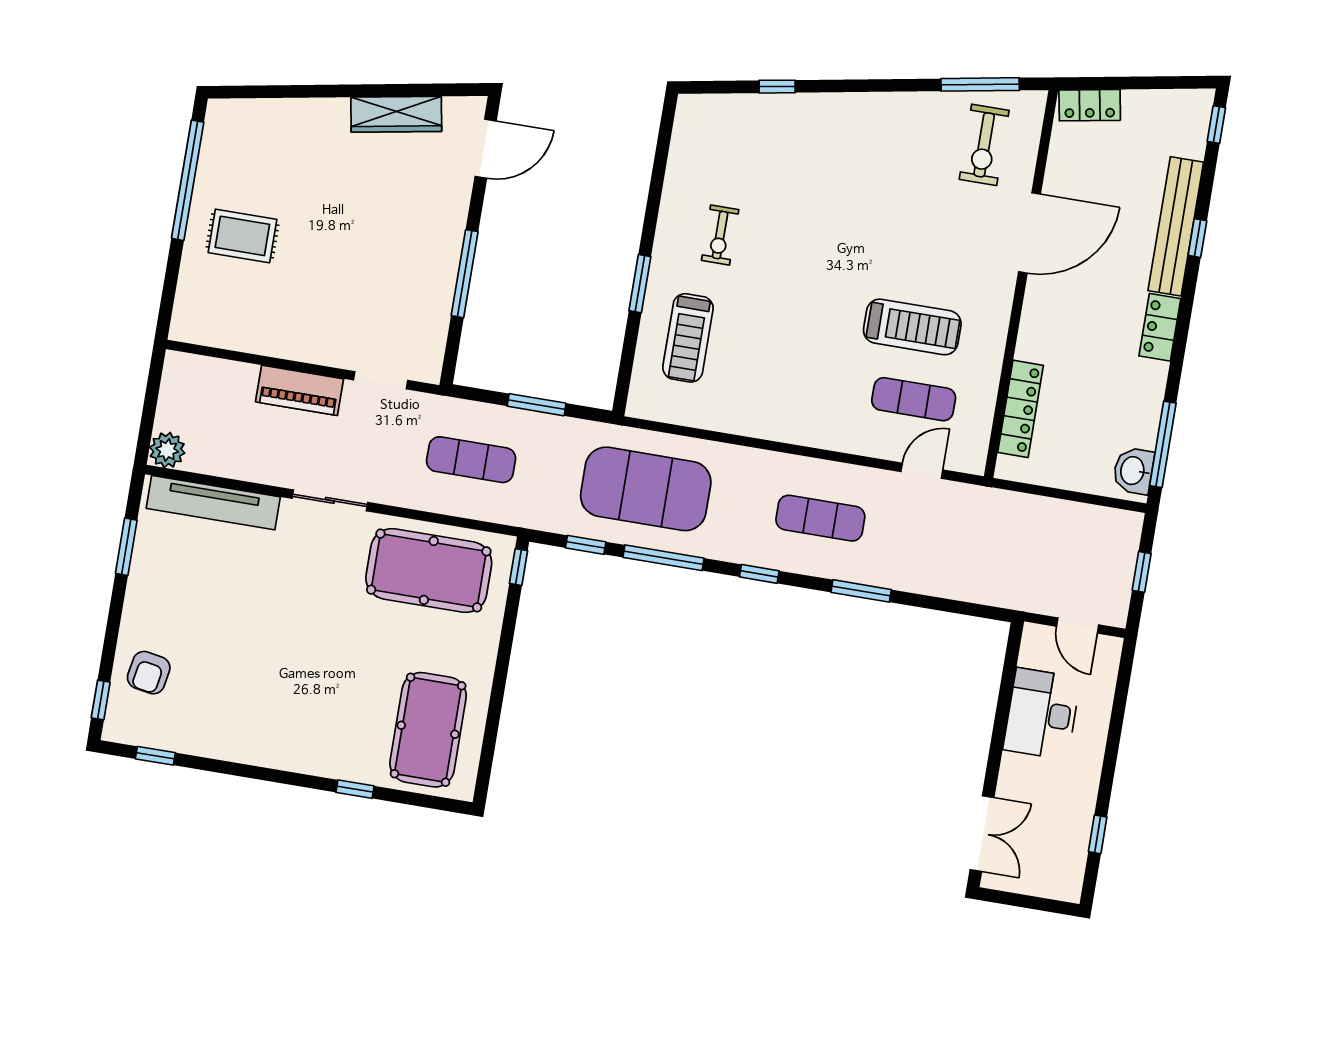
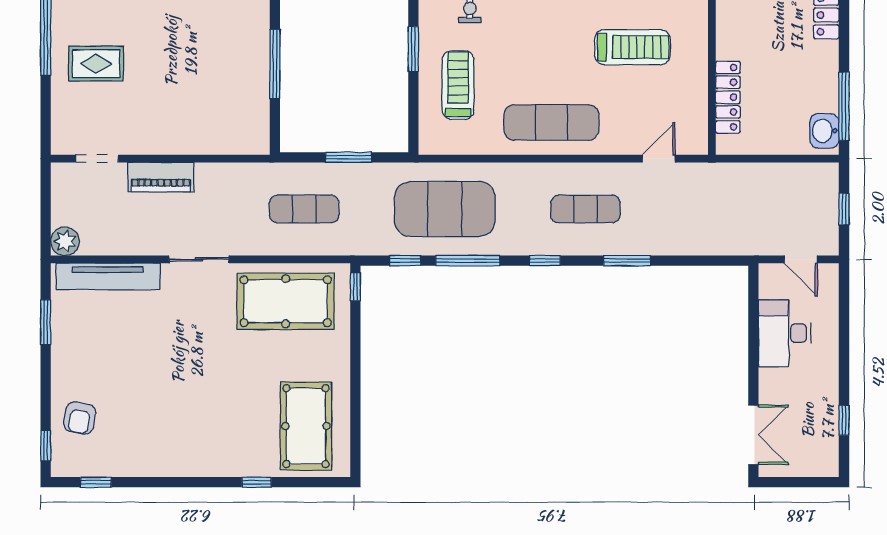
treadmill: (688, 338) -> (458, 85), turned 180
doorway: (381, 380) -> (97, 159), moved
exercise mat: (914, 399) -> (551, 122), moved, width x1.36, depth x1.45

